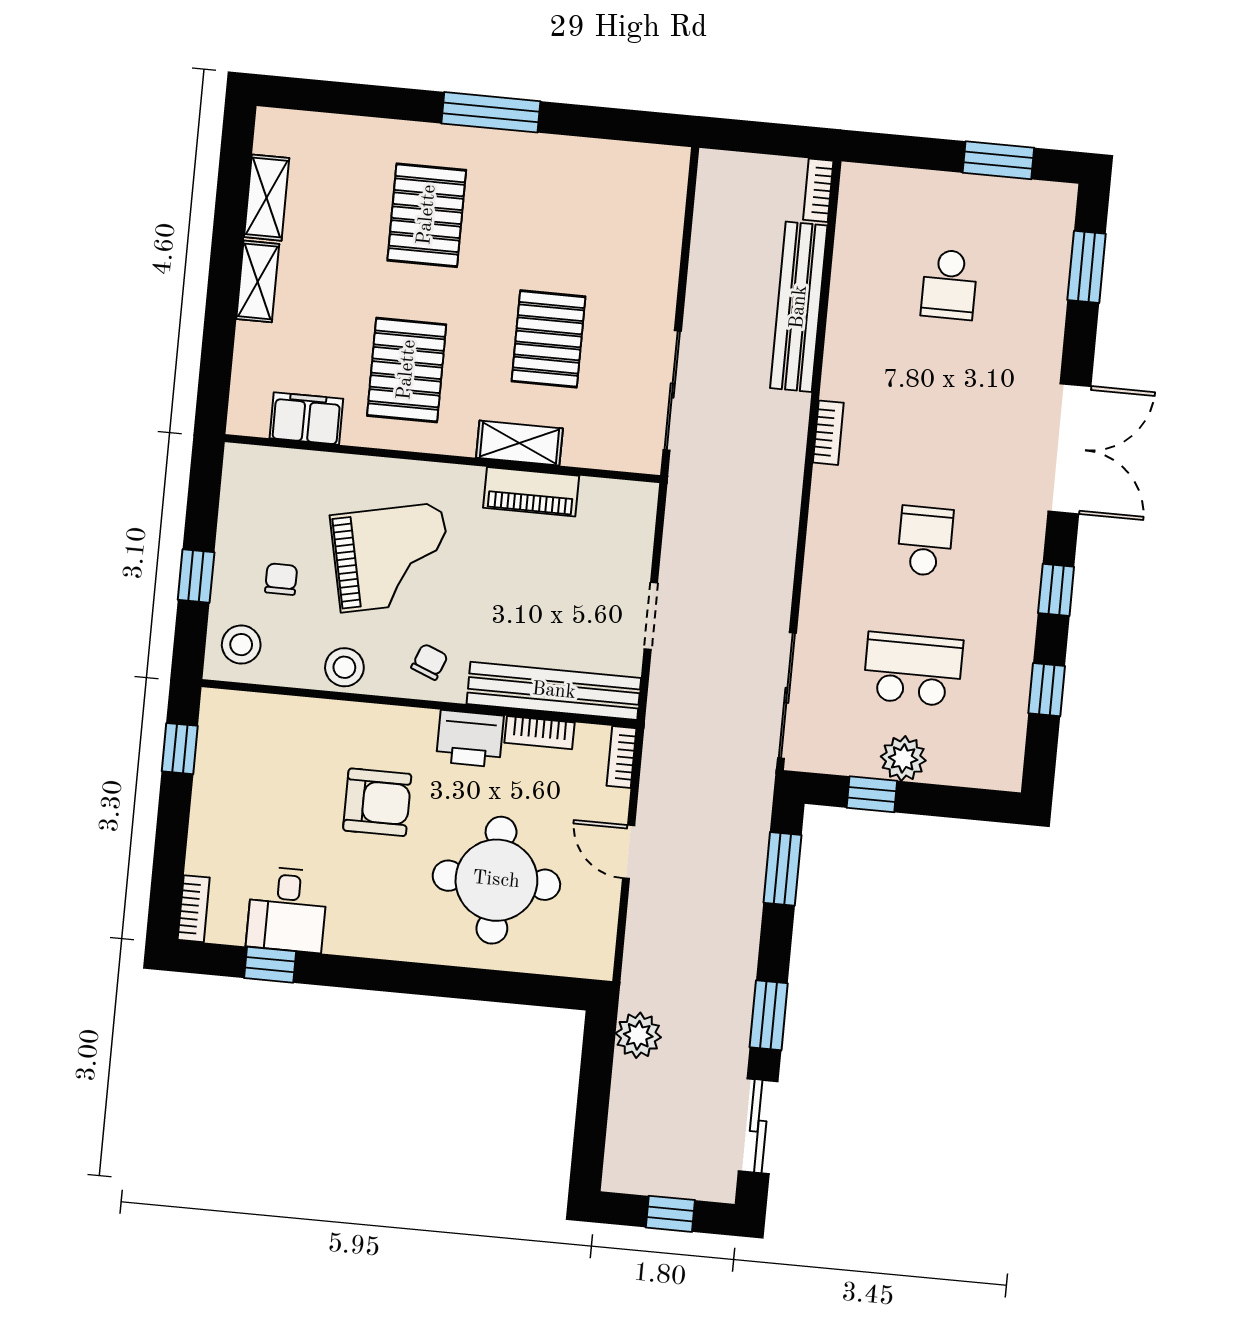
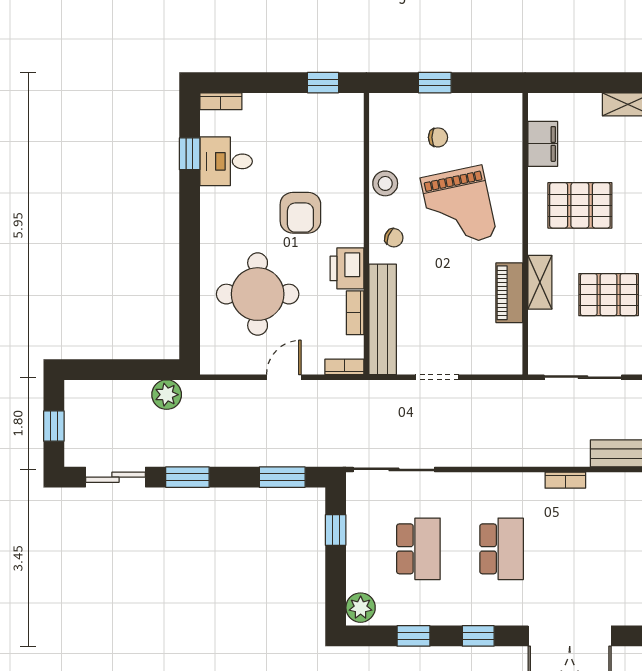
school desk: (925, 541) -> (502, 549), width x1.85
stool: (241, 645) -> (394, 116), removed
plant: (903, 758) -> (361, 608), moved

